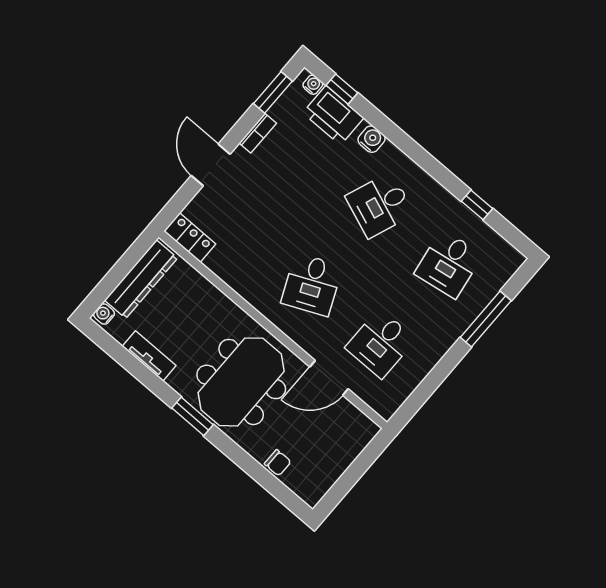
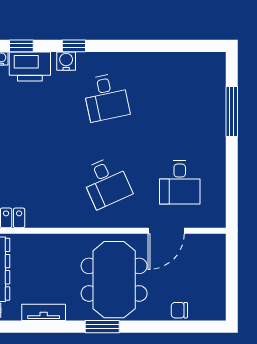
desk: (380, 205) -> (106, 97), turned -33
window: (477, 205) -> (74, 46), moved
desk: (449, 264) -> (180, 97), removed
chair: (278, 463) -> (179, 310), turned 180

